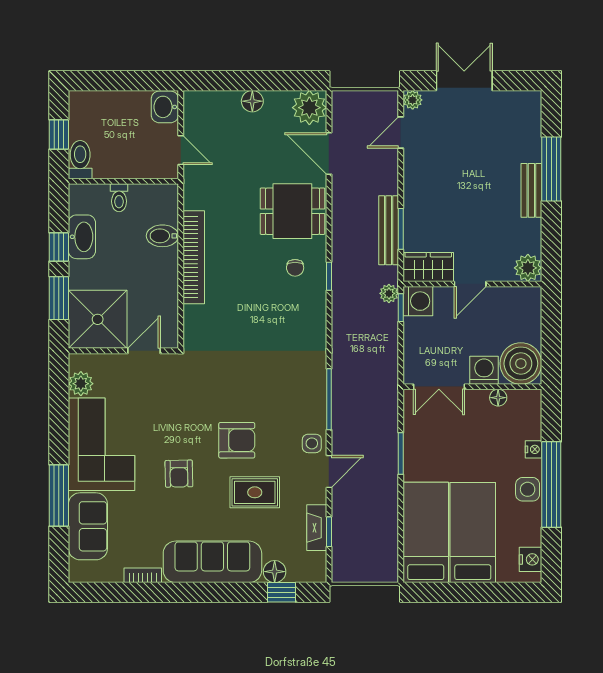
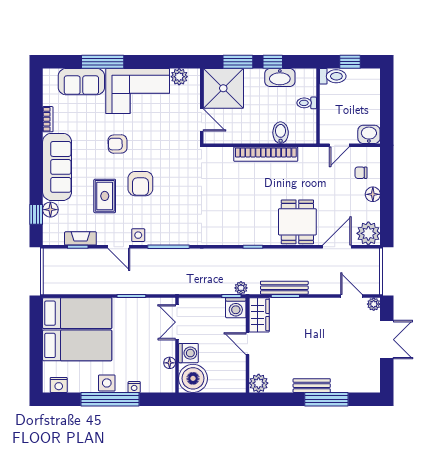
chair: (295, 268) -> (361, 173), moved

